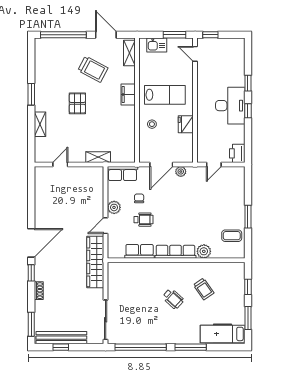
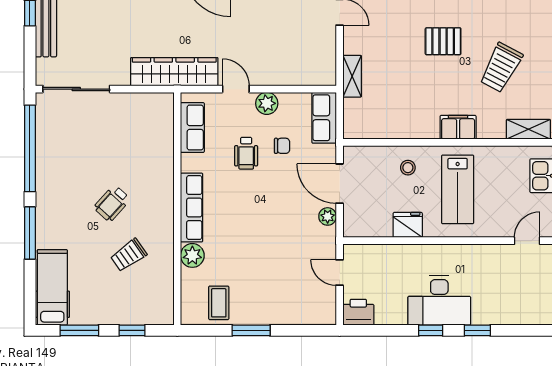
row of seats: (140, 251) -> (192, 128), moved

